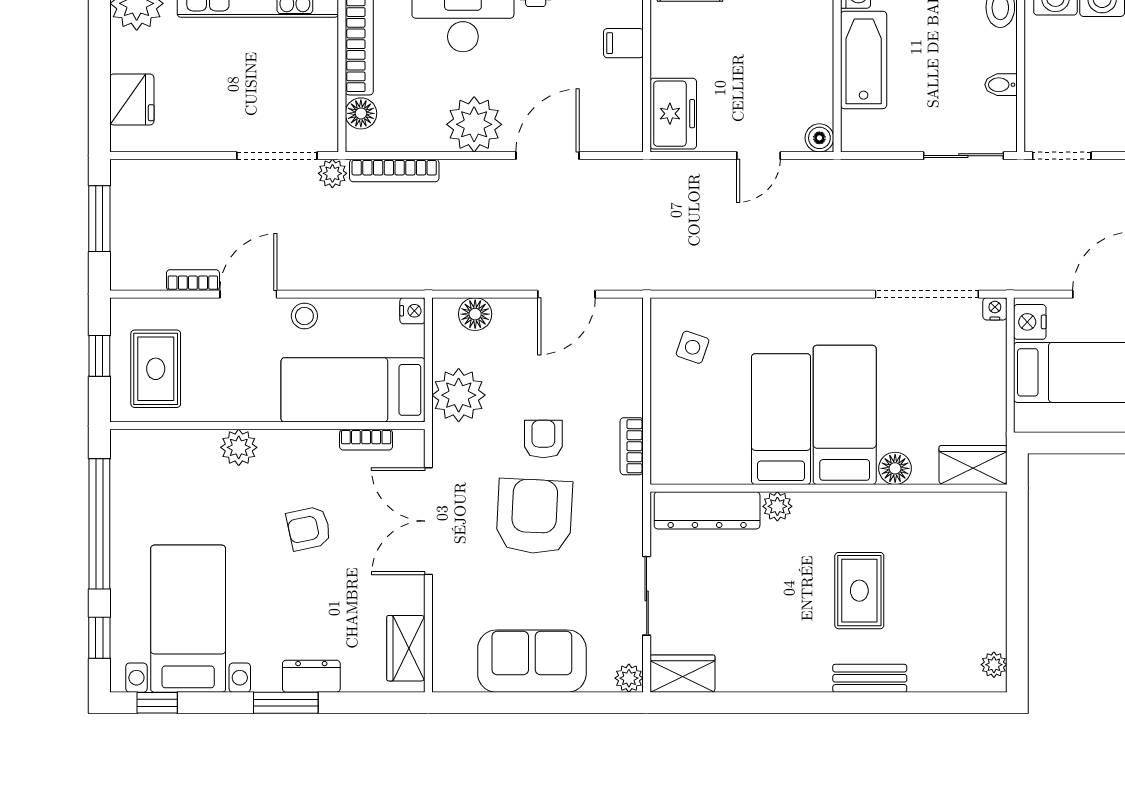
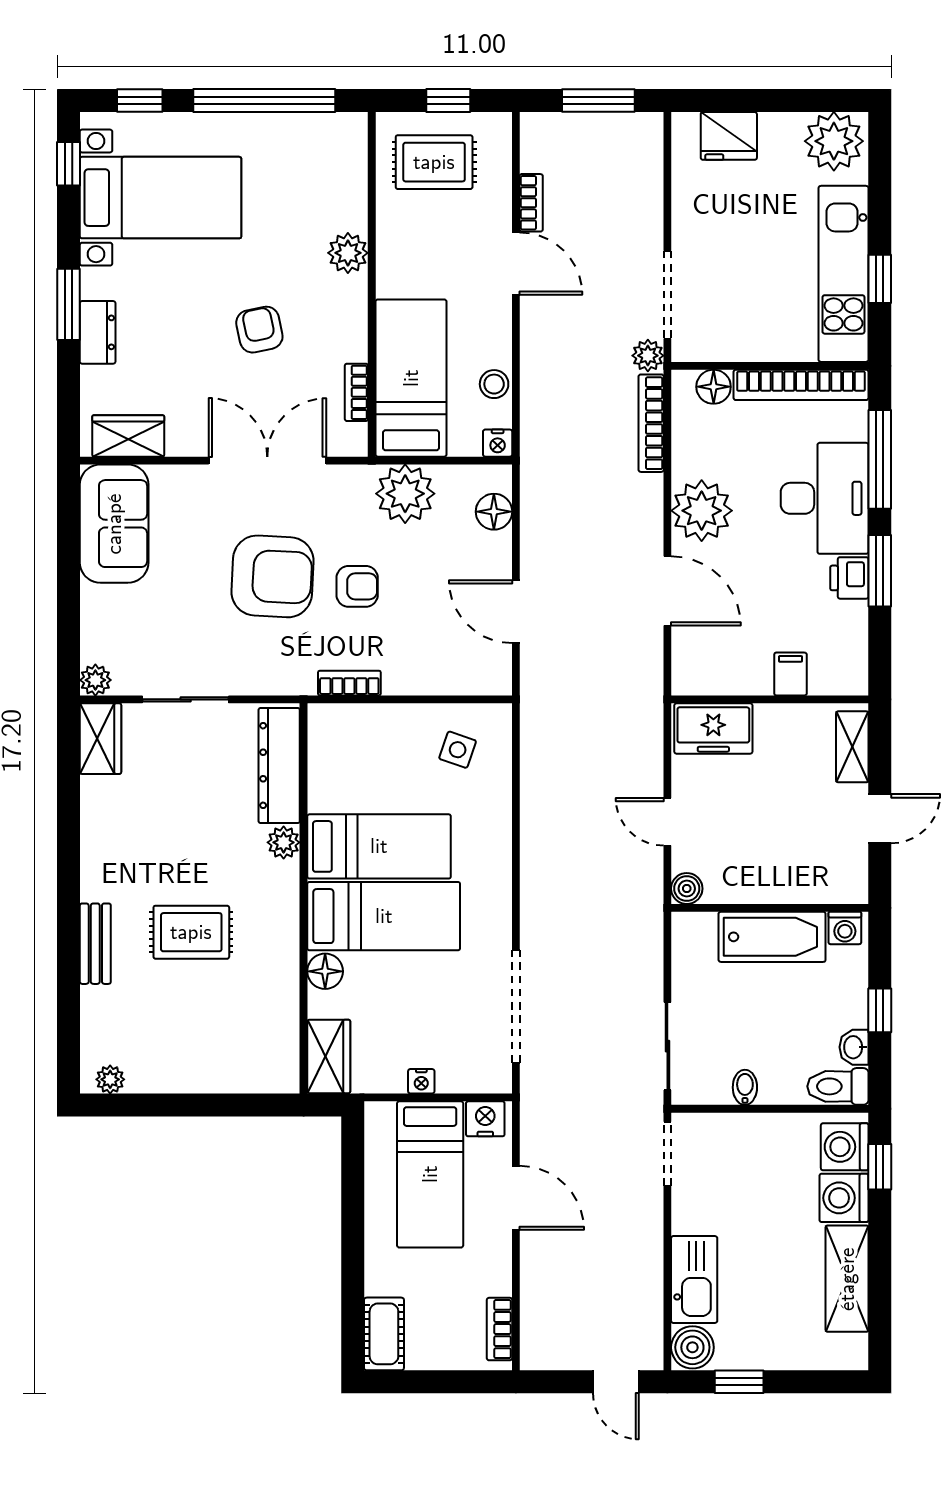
nightstand: (995, 309) -> (421, 1081), moved, turned 90
stool: (304, 316) -> (494, 384), moved
sofa: (532, 661) -> (114, 524), moved

